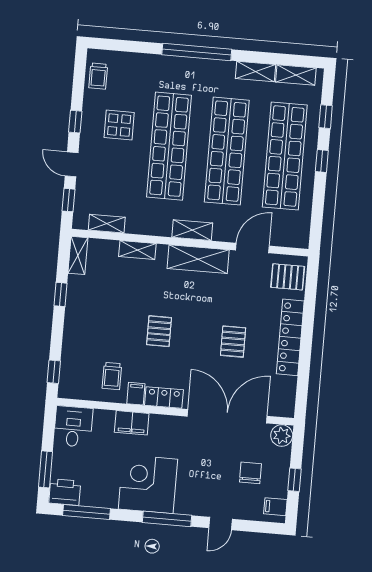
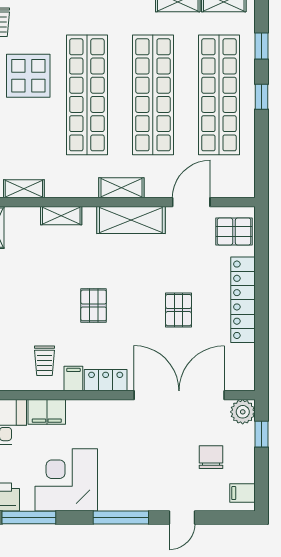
display table: (119, 125) -> (28, 76), width x1.36, depth x1.36
filing cabinet: (132, 423) -> (47, 412), moved
window: (294, 480) -> (262, 434), moved
corner desk: (148, 484) -> (66, 480), moved

